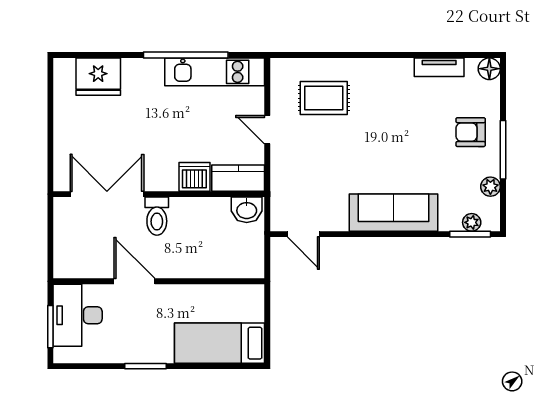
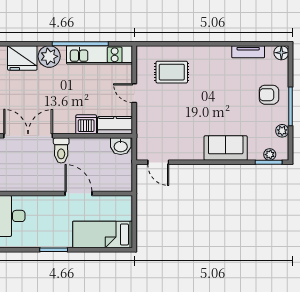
plant: (139, 74) -> (49, 56), added
sofa: (393, 213) -> (226, 148), width x0.73
door: (134, 281) -> (79, 194), moved

